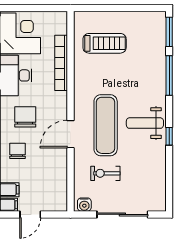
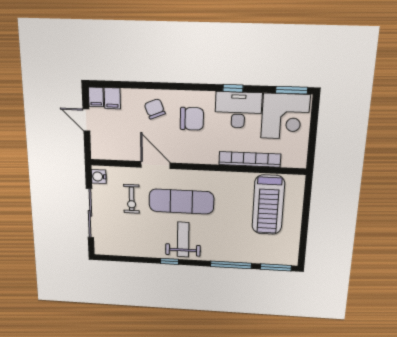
treadmill: (105, 43) -> (268, 205), width x1.37, depth x1.37
door: (70, 134) -> (156, 165), moved
chair: (17, 151) -> (155, 109), turned -112
exercise bike: (105, 173) -> (132, 199), turned 180

